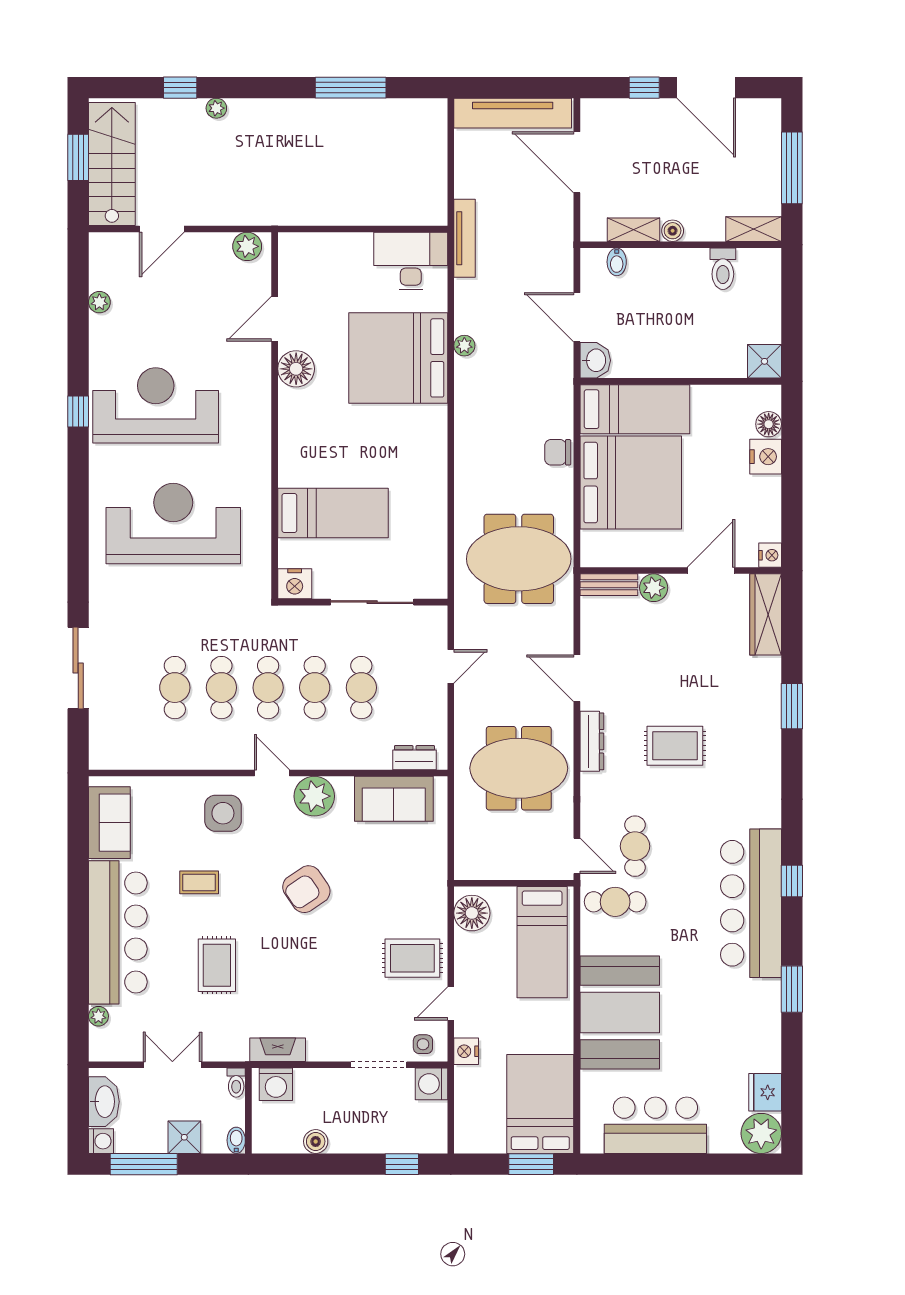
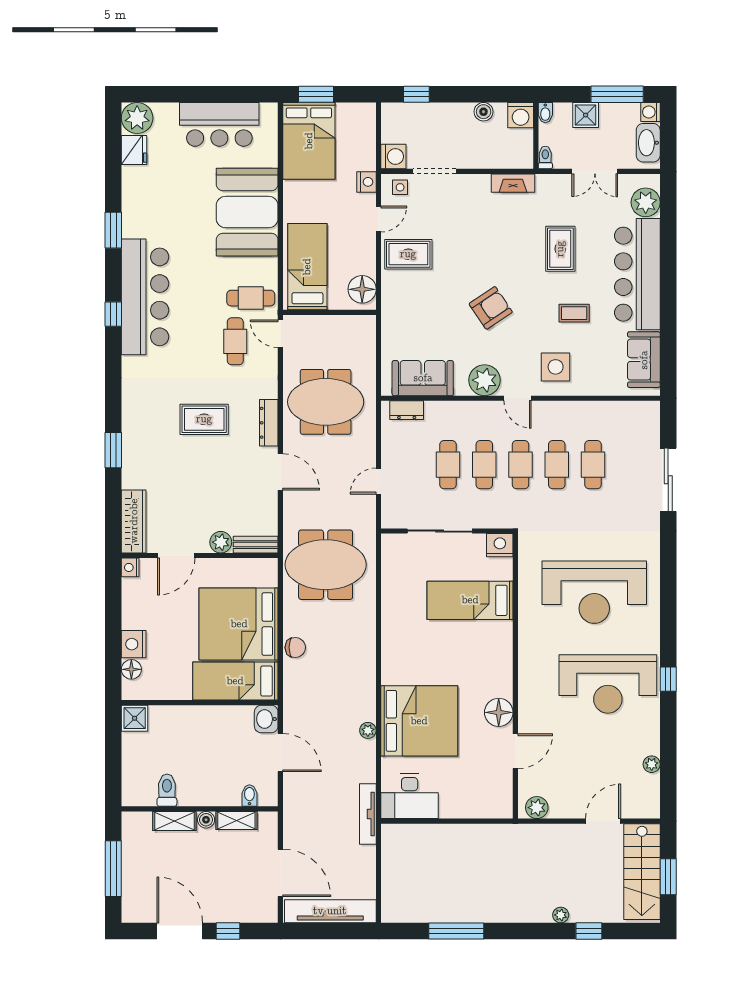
shelving: (754, 229) -> (174, 821), moved
plant: (98, 1016) -> (646, 202), width x1.88, depth x1.88
washing machine: (276, 1084) -> (521, 115), moved, turned 180

